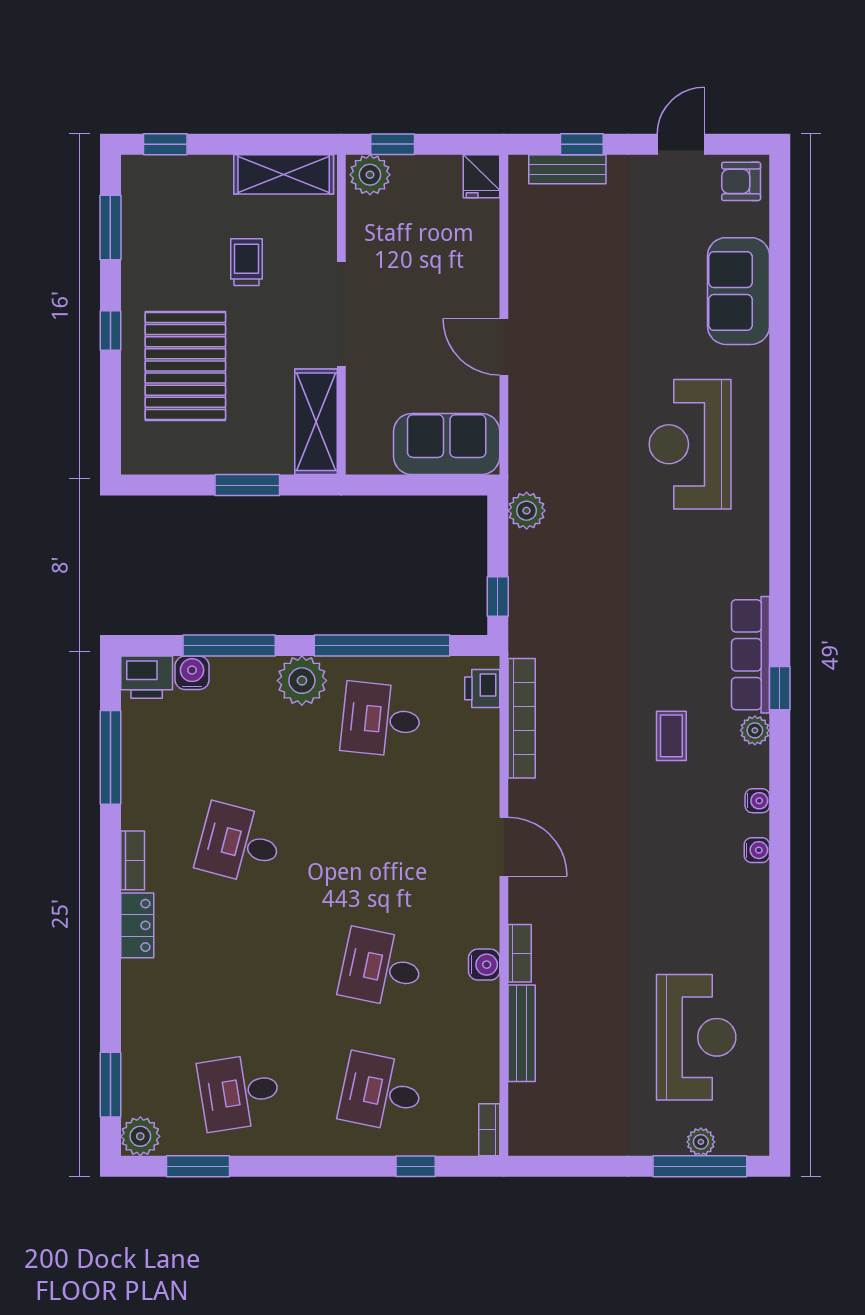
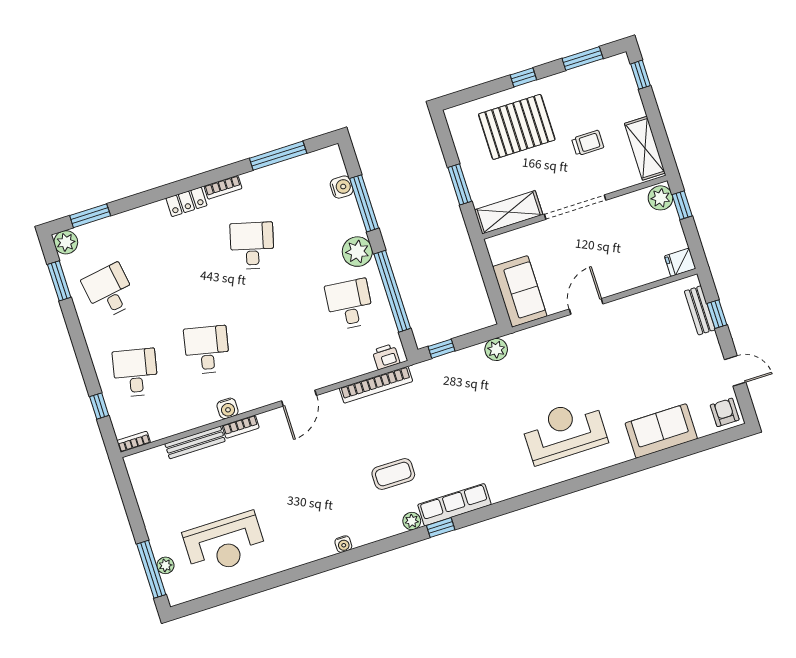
printer: (147, 677) -> (331, 162), removed
coffee table: (671, 736) -> (393, 474), width x1.36, depth x1.30
water cooler: (757, 801) -> (372, 535), removed

